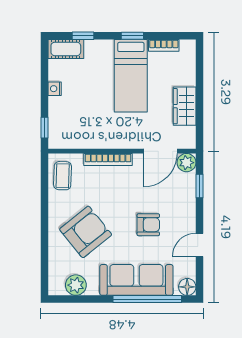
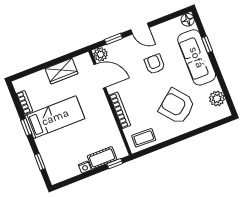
cot: (66, 49) -> (102, 158), moved, turned 90
door: (199, 245) -> (140, 29), moved
window: (147, 299) -> (207, 45), width x0.32

